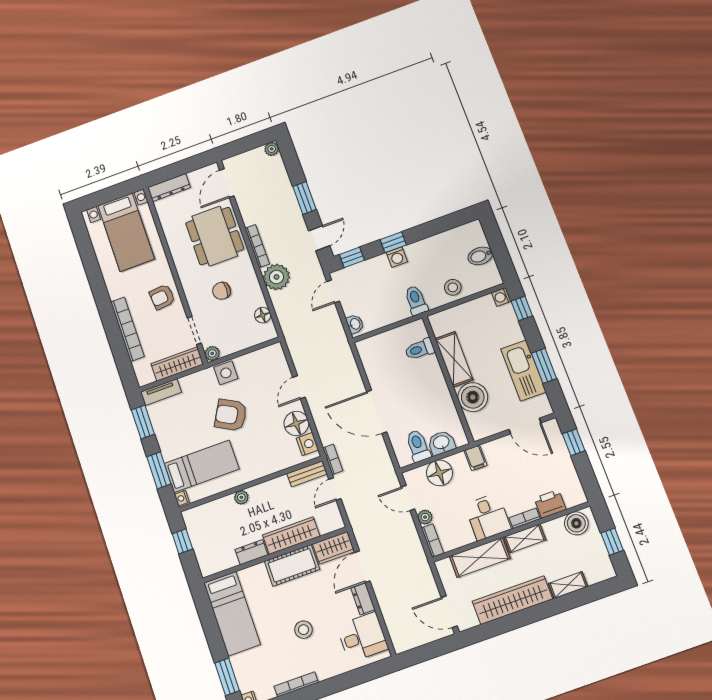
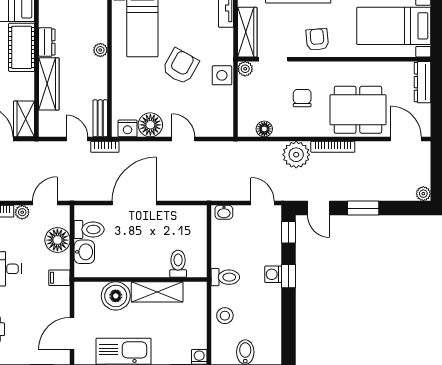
cot: (292, 565) -> (22, 47), moved

